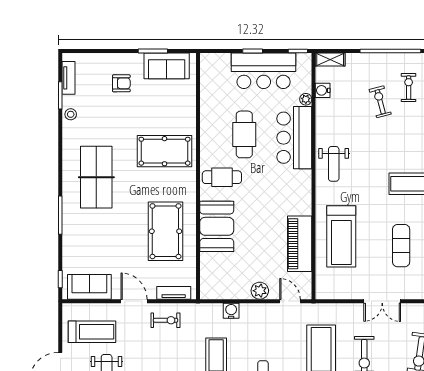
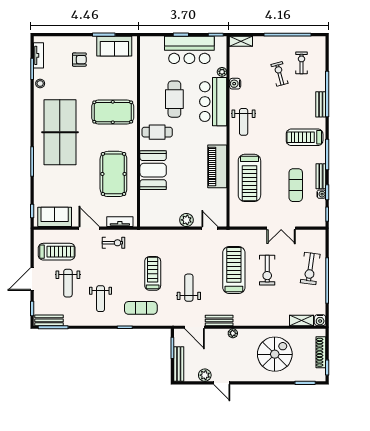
water cooler: (323, 90) -> (235, 84), moved
table tennis table: (96, 177) -> (60, 132), width x1.36, depth x1.32
piano: (300, 244) -> (217, 166), moved
water cooler: (231, 311) -> (164, 235), removed

